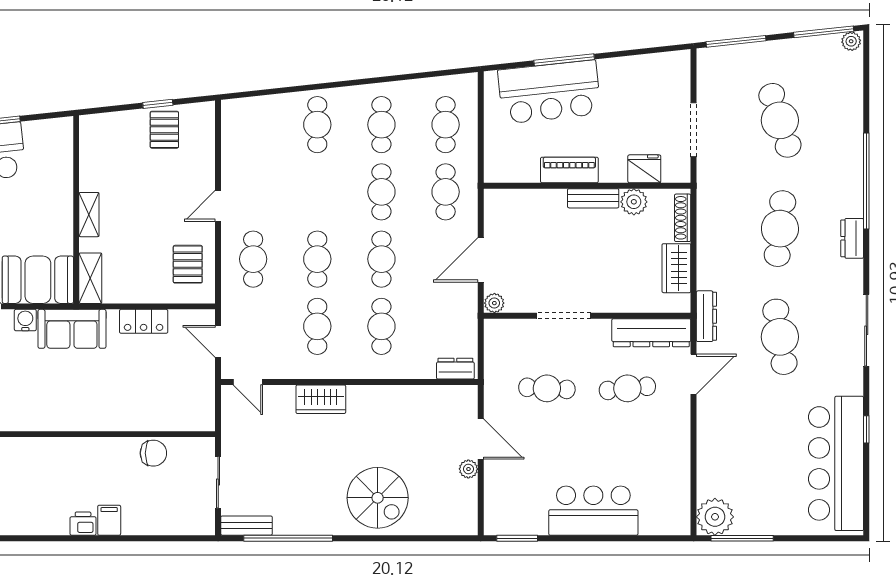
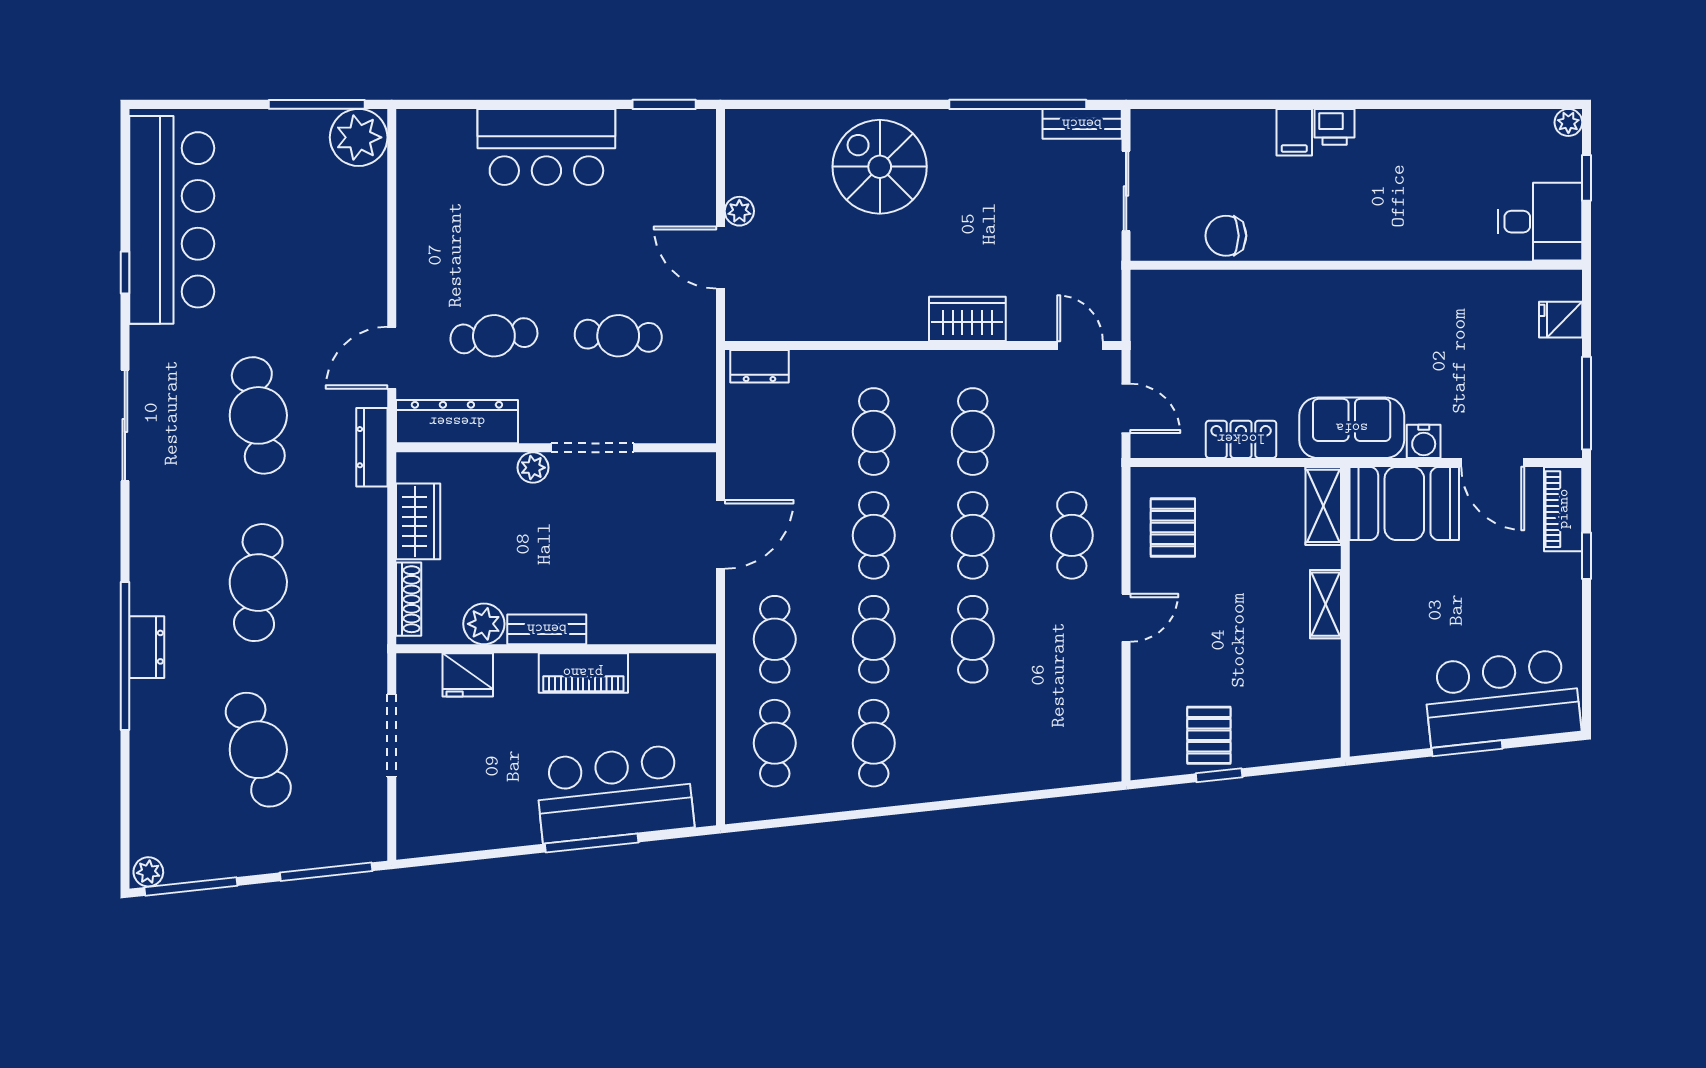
cafe table: (317, 125) -> (973, 639), moved
dresser: (852, 238) -> (147, 647), moved
plant: (494, 303) -> (533, 468), moved

